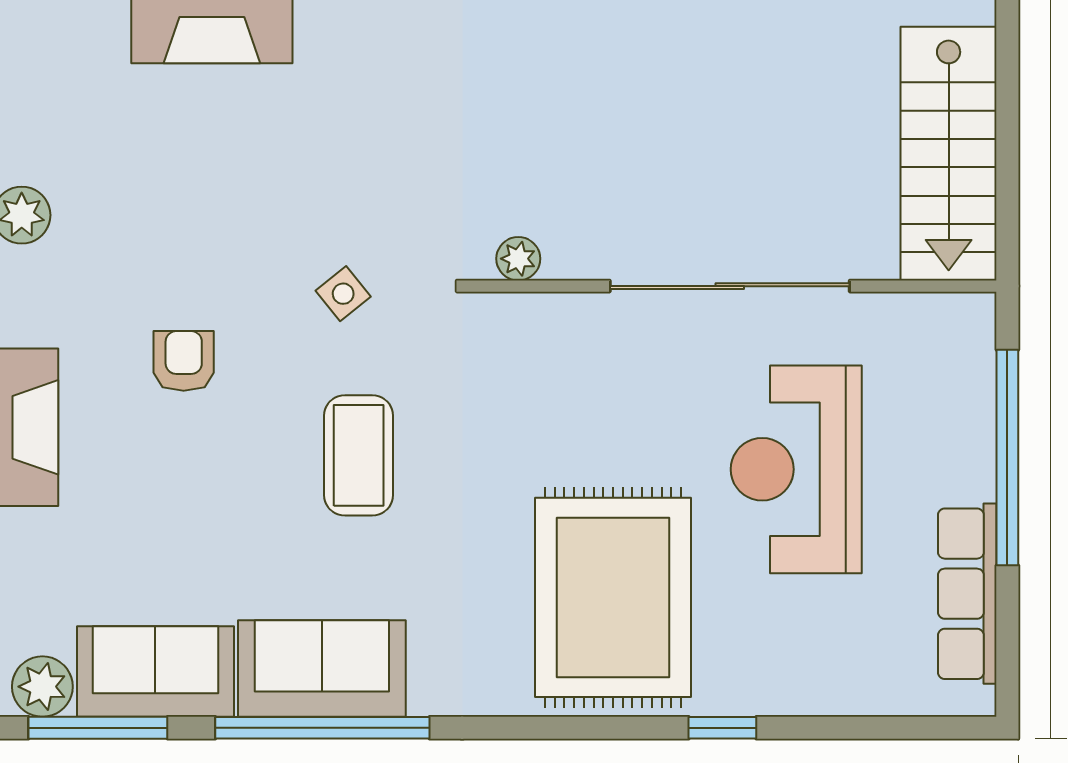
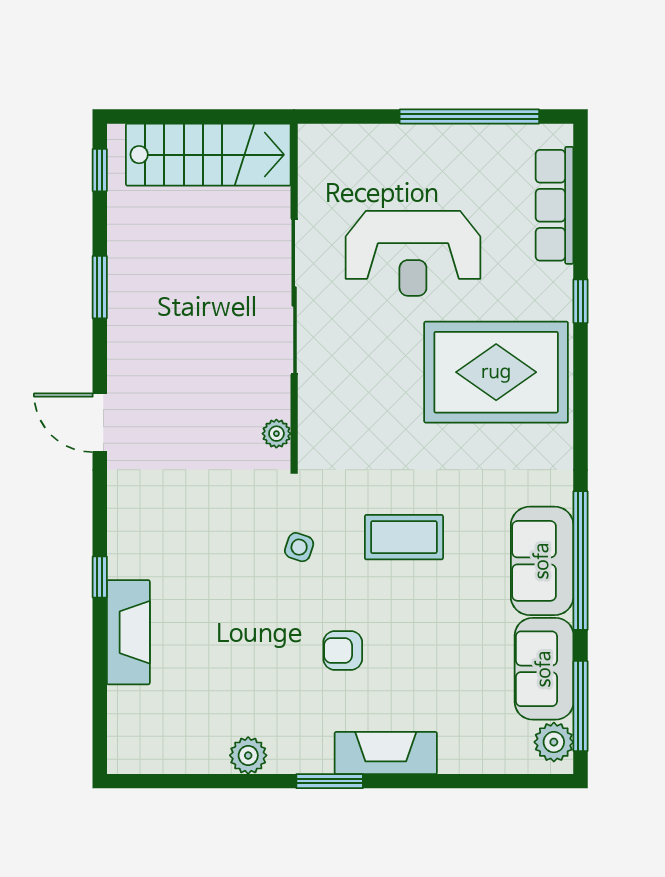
side table: (343, 294) -> (299, 547), turned -32
window: (1007, 458) -> (469, 116), moved
row of seats: (967, 594) -> (555, 205), moved, turned 90

